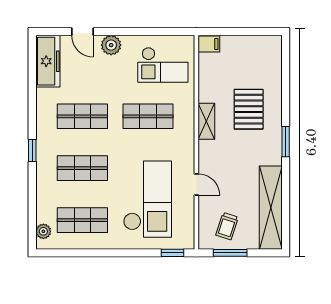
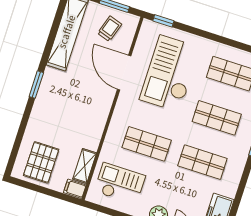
pallet: (249, 109) -> (41, 162), moved
shelving: (206, 121) -> (85, 166), moved
door: (196, 184) -> (124, 73), width x1.88

